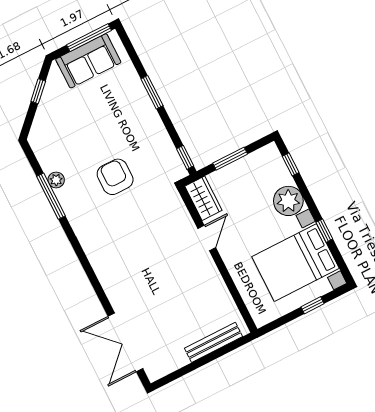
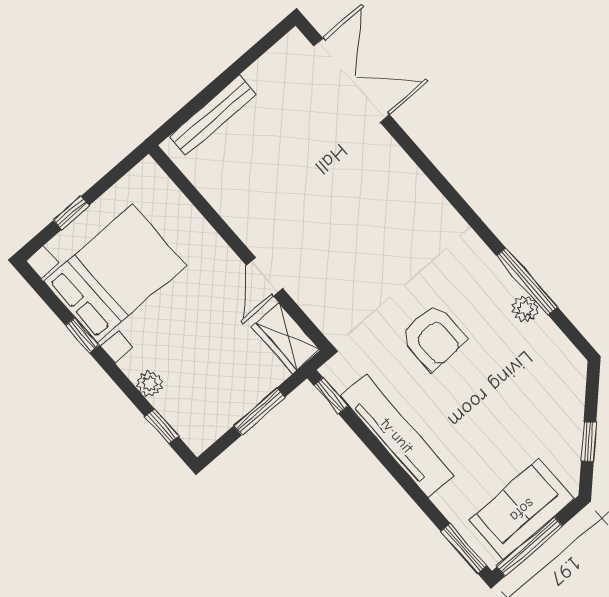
window: (152, 92) -> (464, 548), moved
tv unit: (152, 123) -> (397, 436), added
plant: (288, 201) -> (150, 384), width x0.53, depth x0.53

